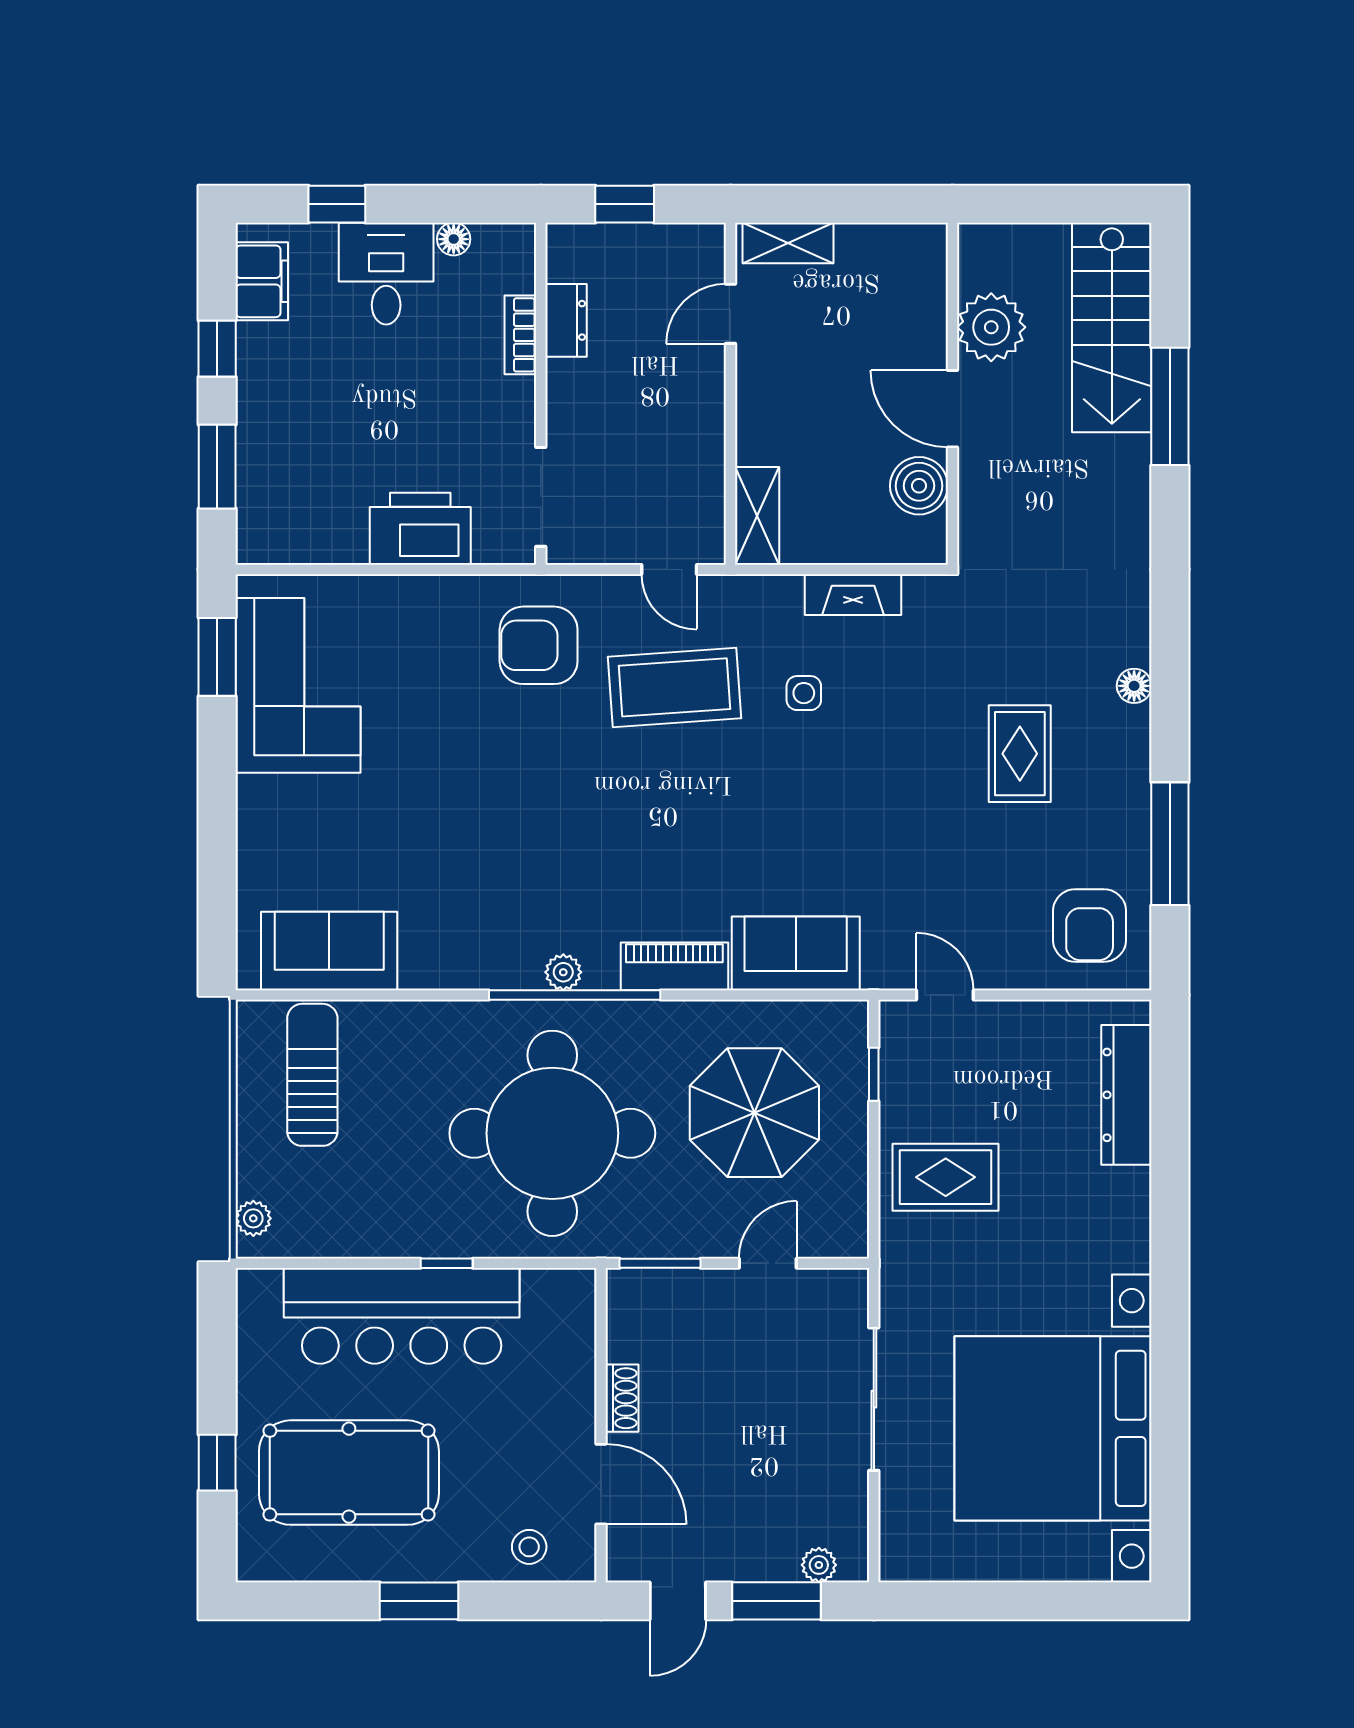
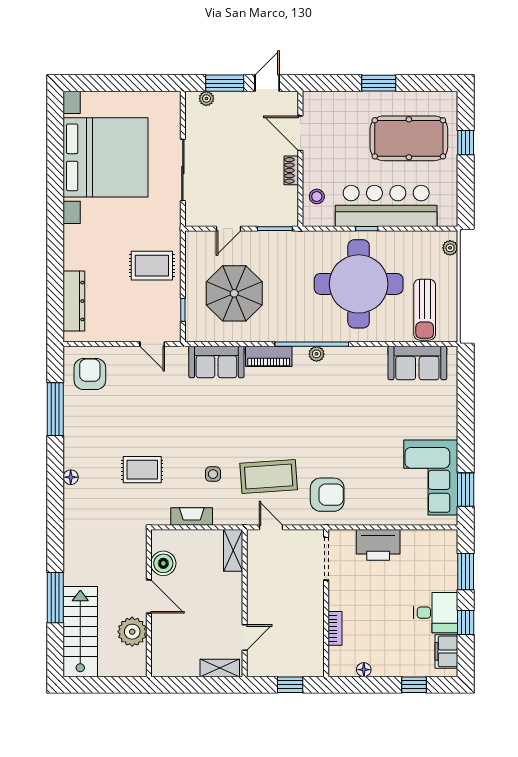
desk: (386, 274) -> (436, 613), moved, turned -90
dresser: (566, 320) -> (315, 635), removed
rug: (1020, 754) -> (142, 470), moved, turned 90
round table: (552, 1133) -> (359, 284), moved
stool: (529, 1547) -> (317, 197), moved

